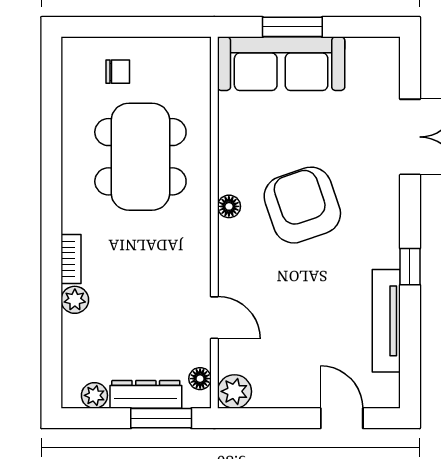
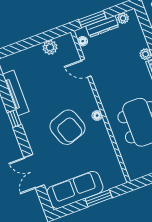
sofa: (281, 64) -> (75, 190), moved
plant: (235, 391) -> (50, 47), moved
door: (342, 418) -> (19, 47), removed

